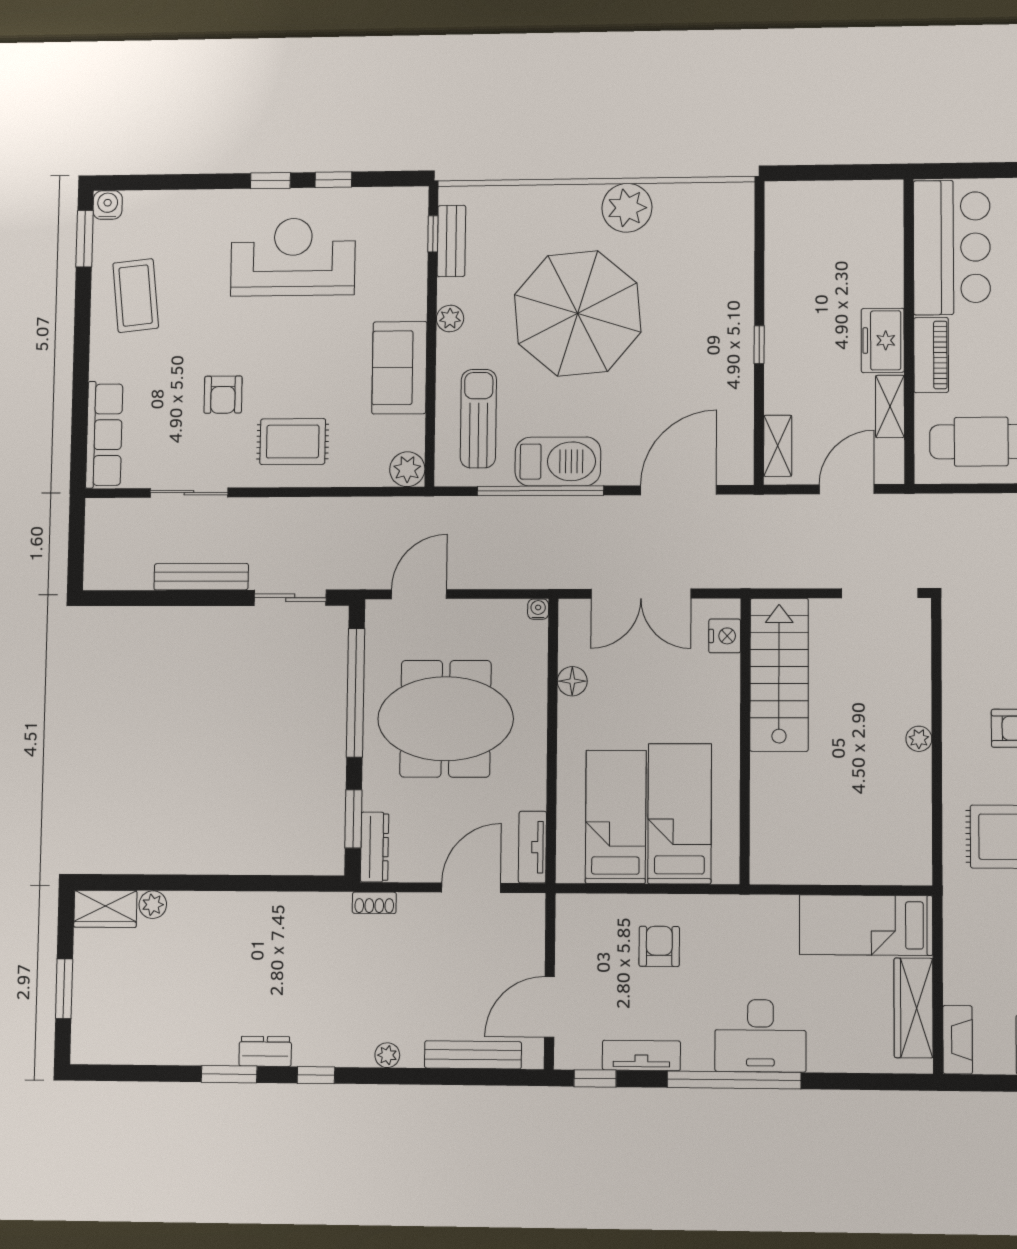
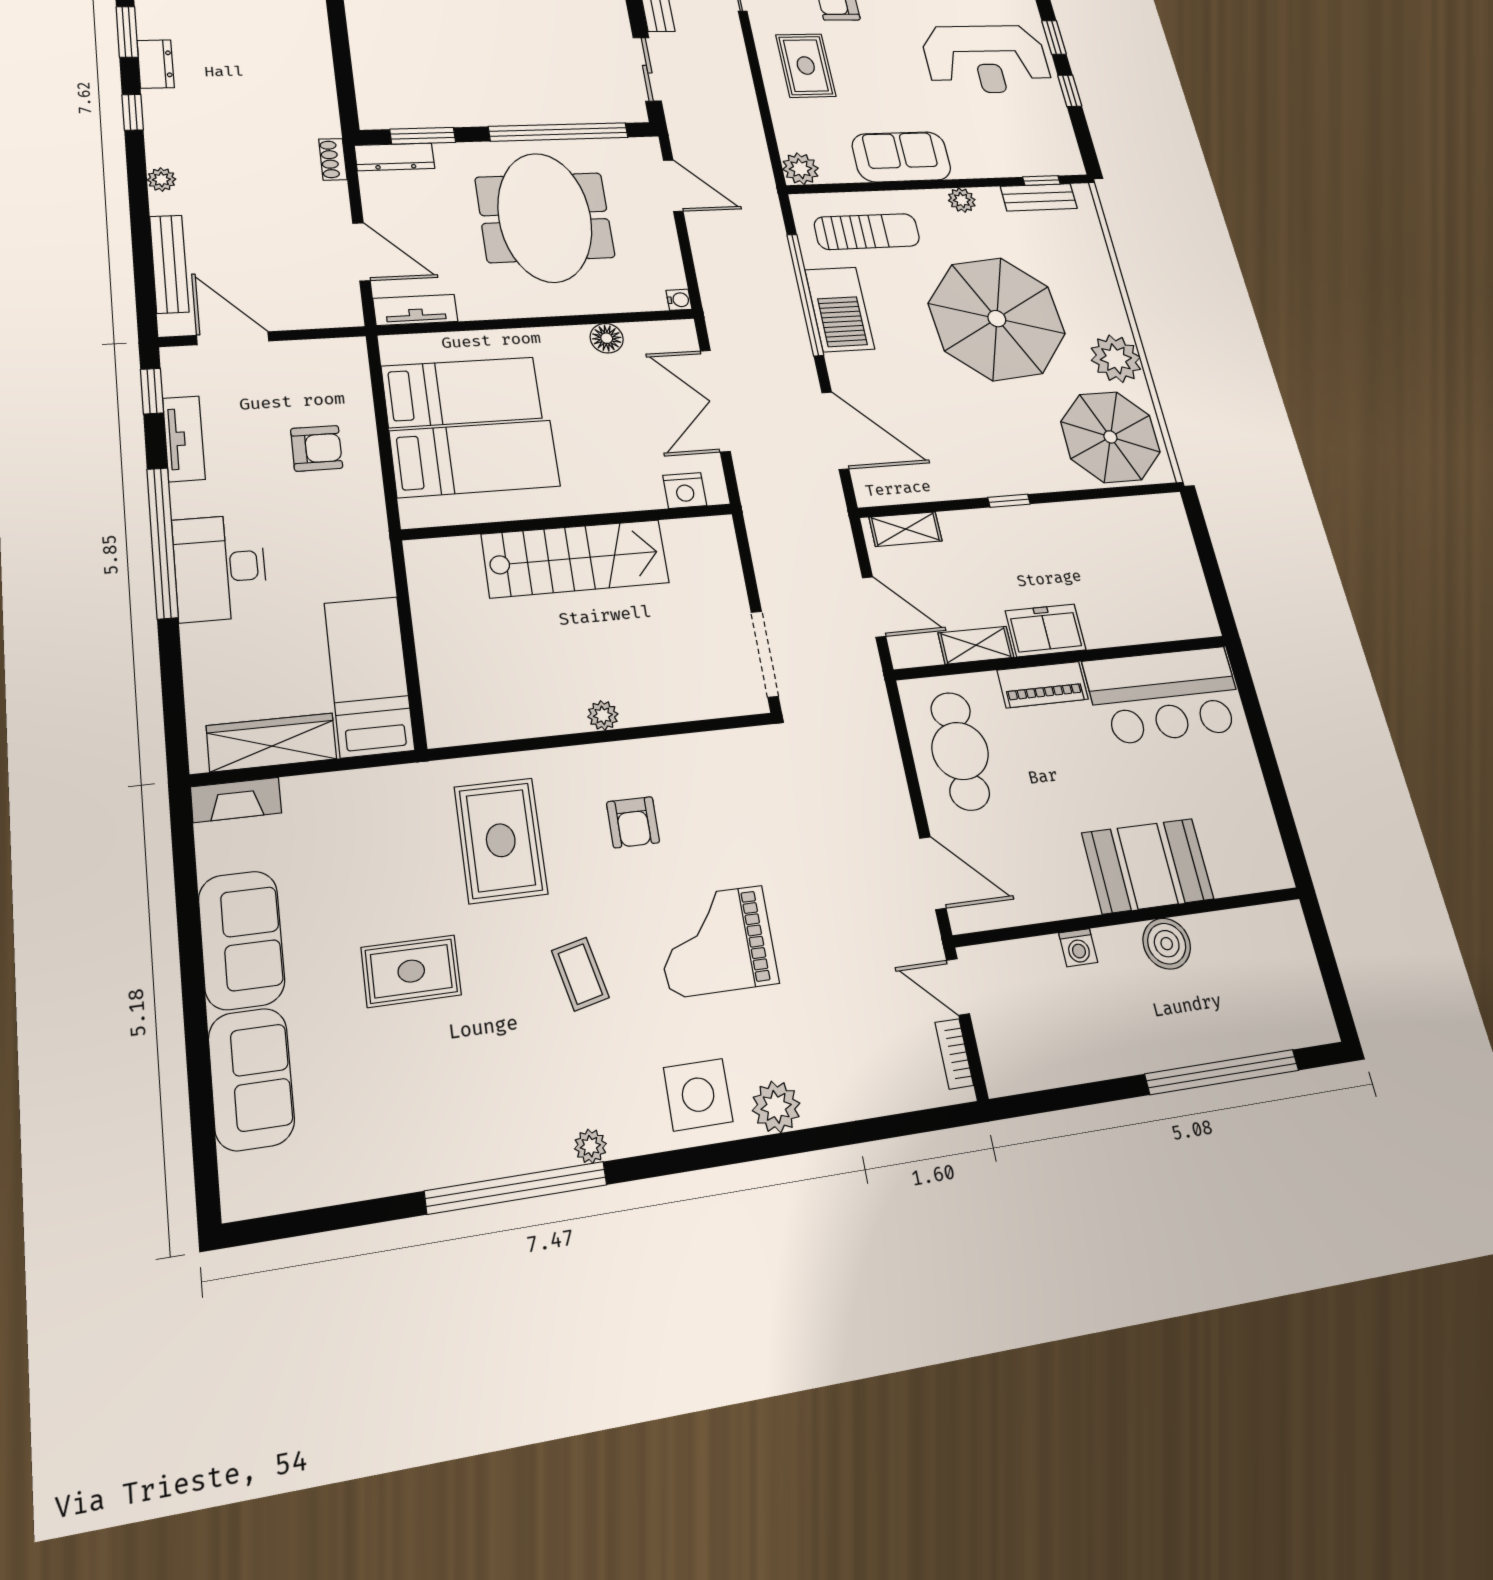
parasol: (705, 234) -> (1110, 437), added
reception desk: (293, 257) -> (986, 59), turned 90
stairs: (779, 675) -> (575, 558), moved

